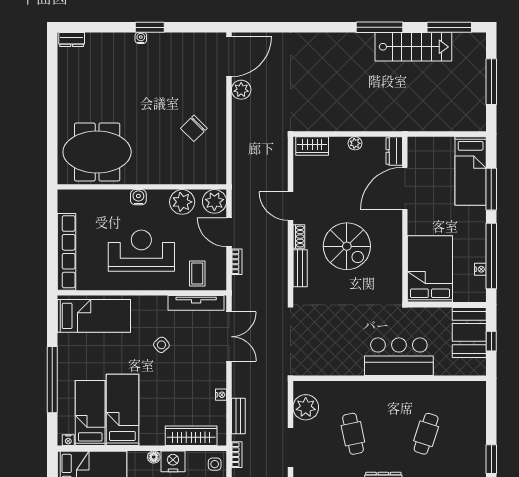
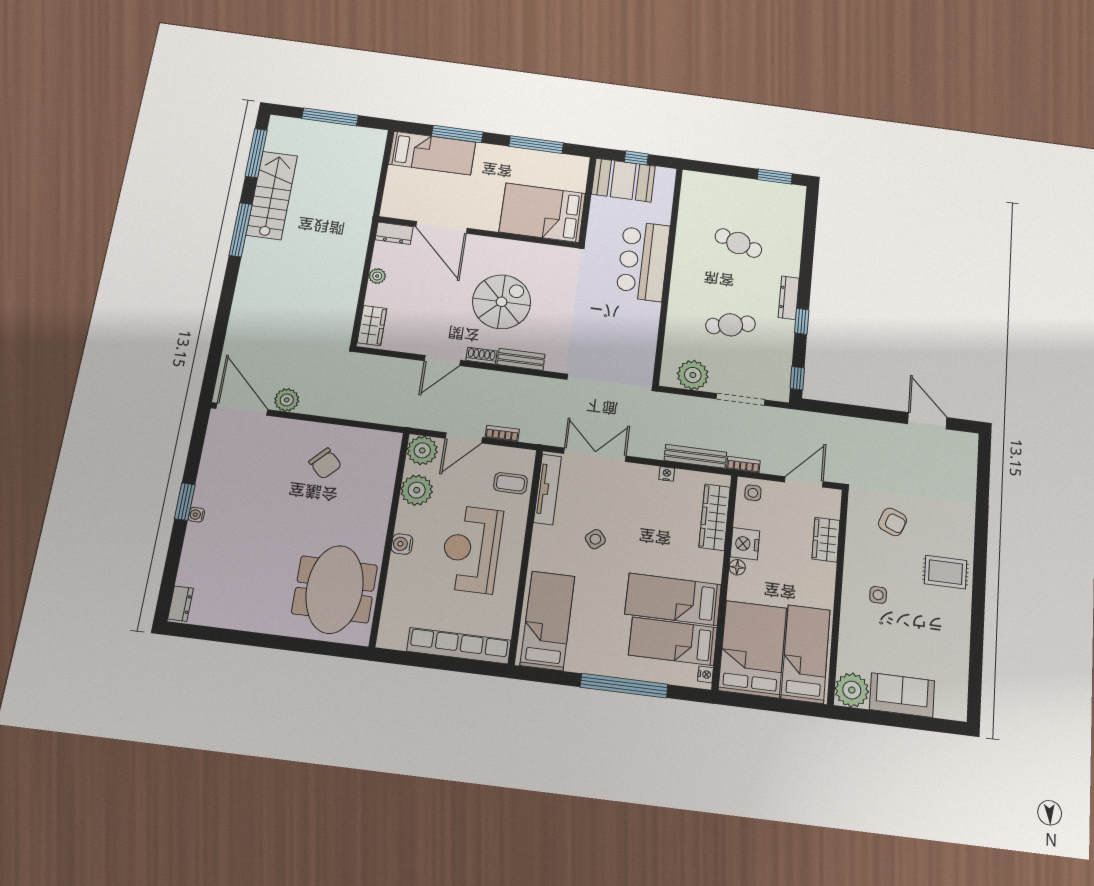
window: (491, 256) -> (536, 145), width x0.68
nightstand: (480, 269) -> (550, 158), removed
bench: (238, 416) -> (695, 456), width x1.36

